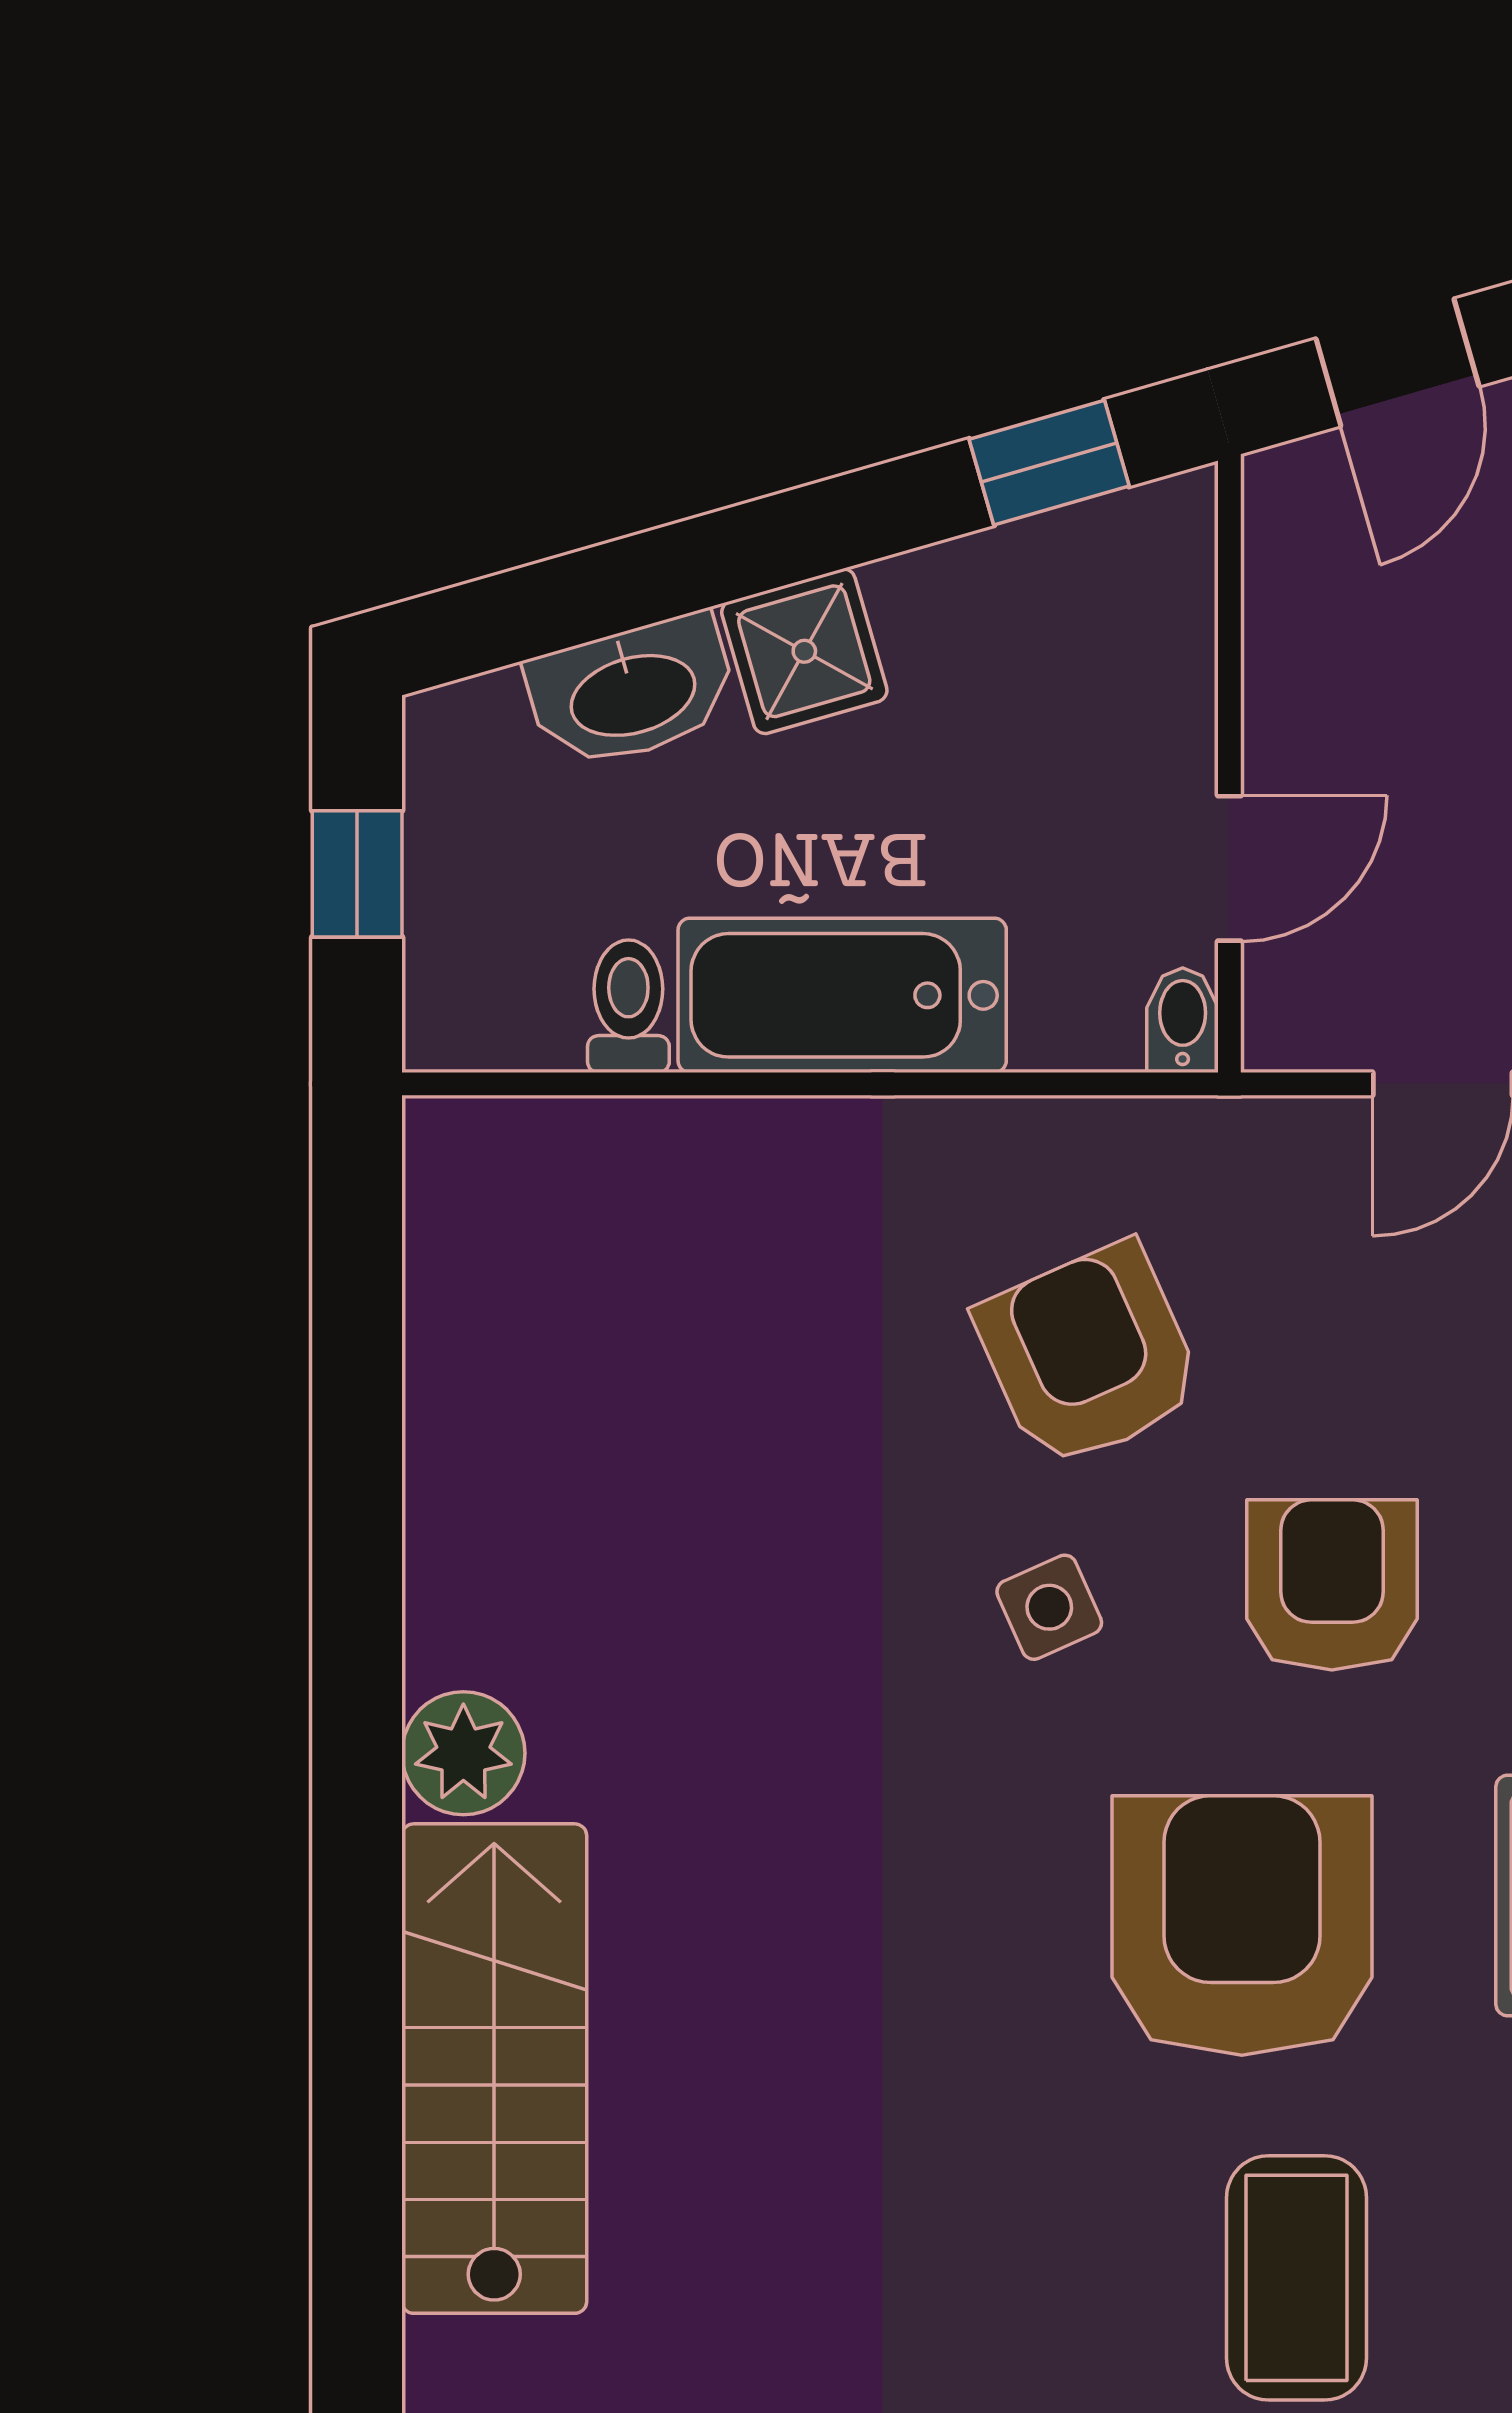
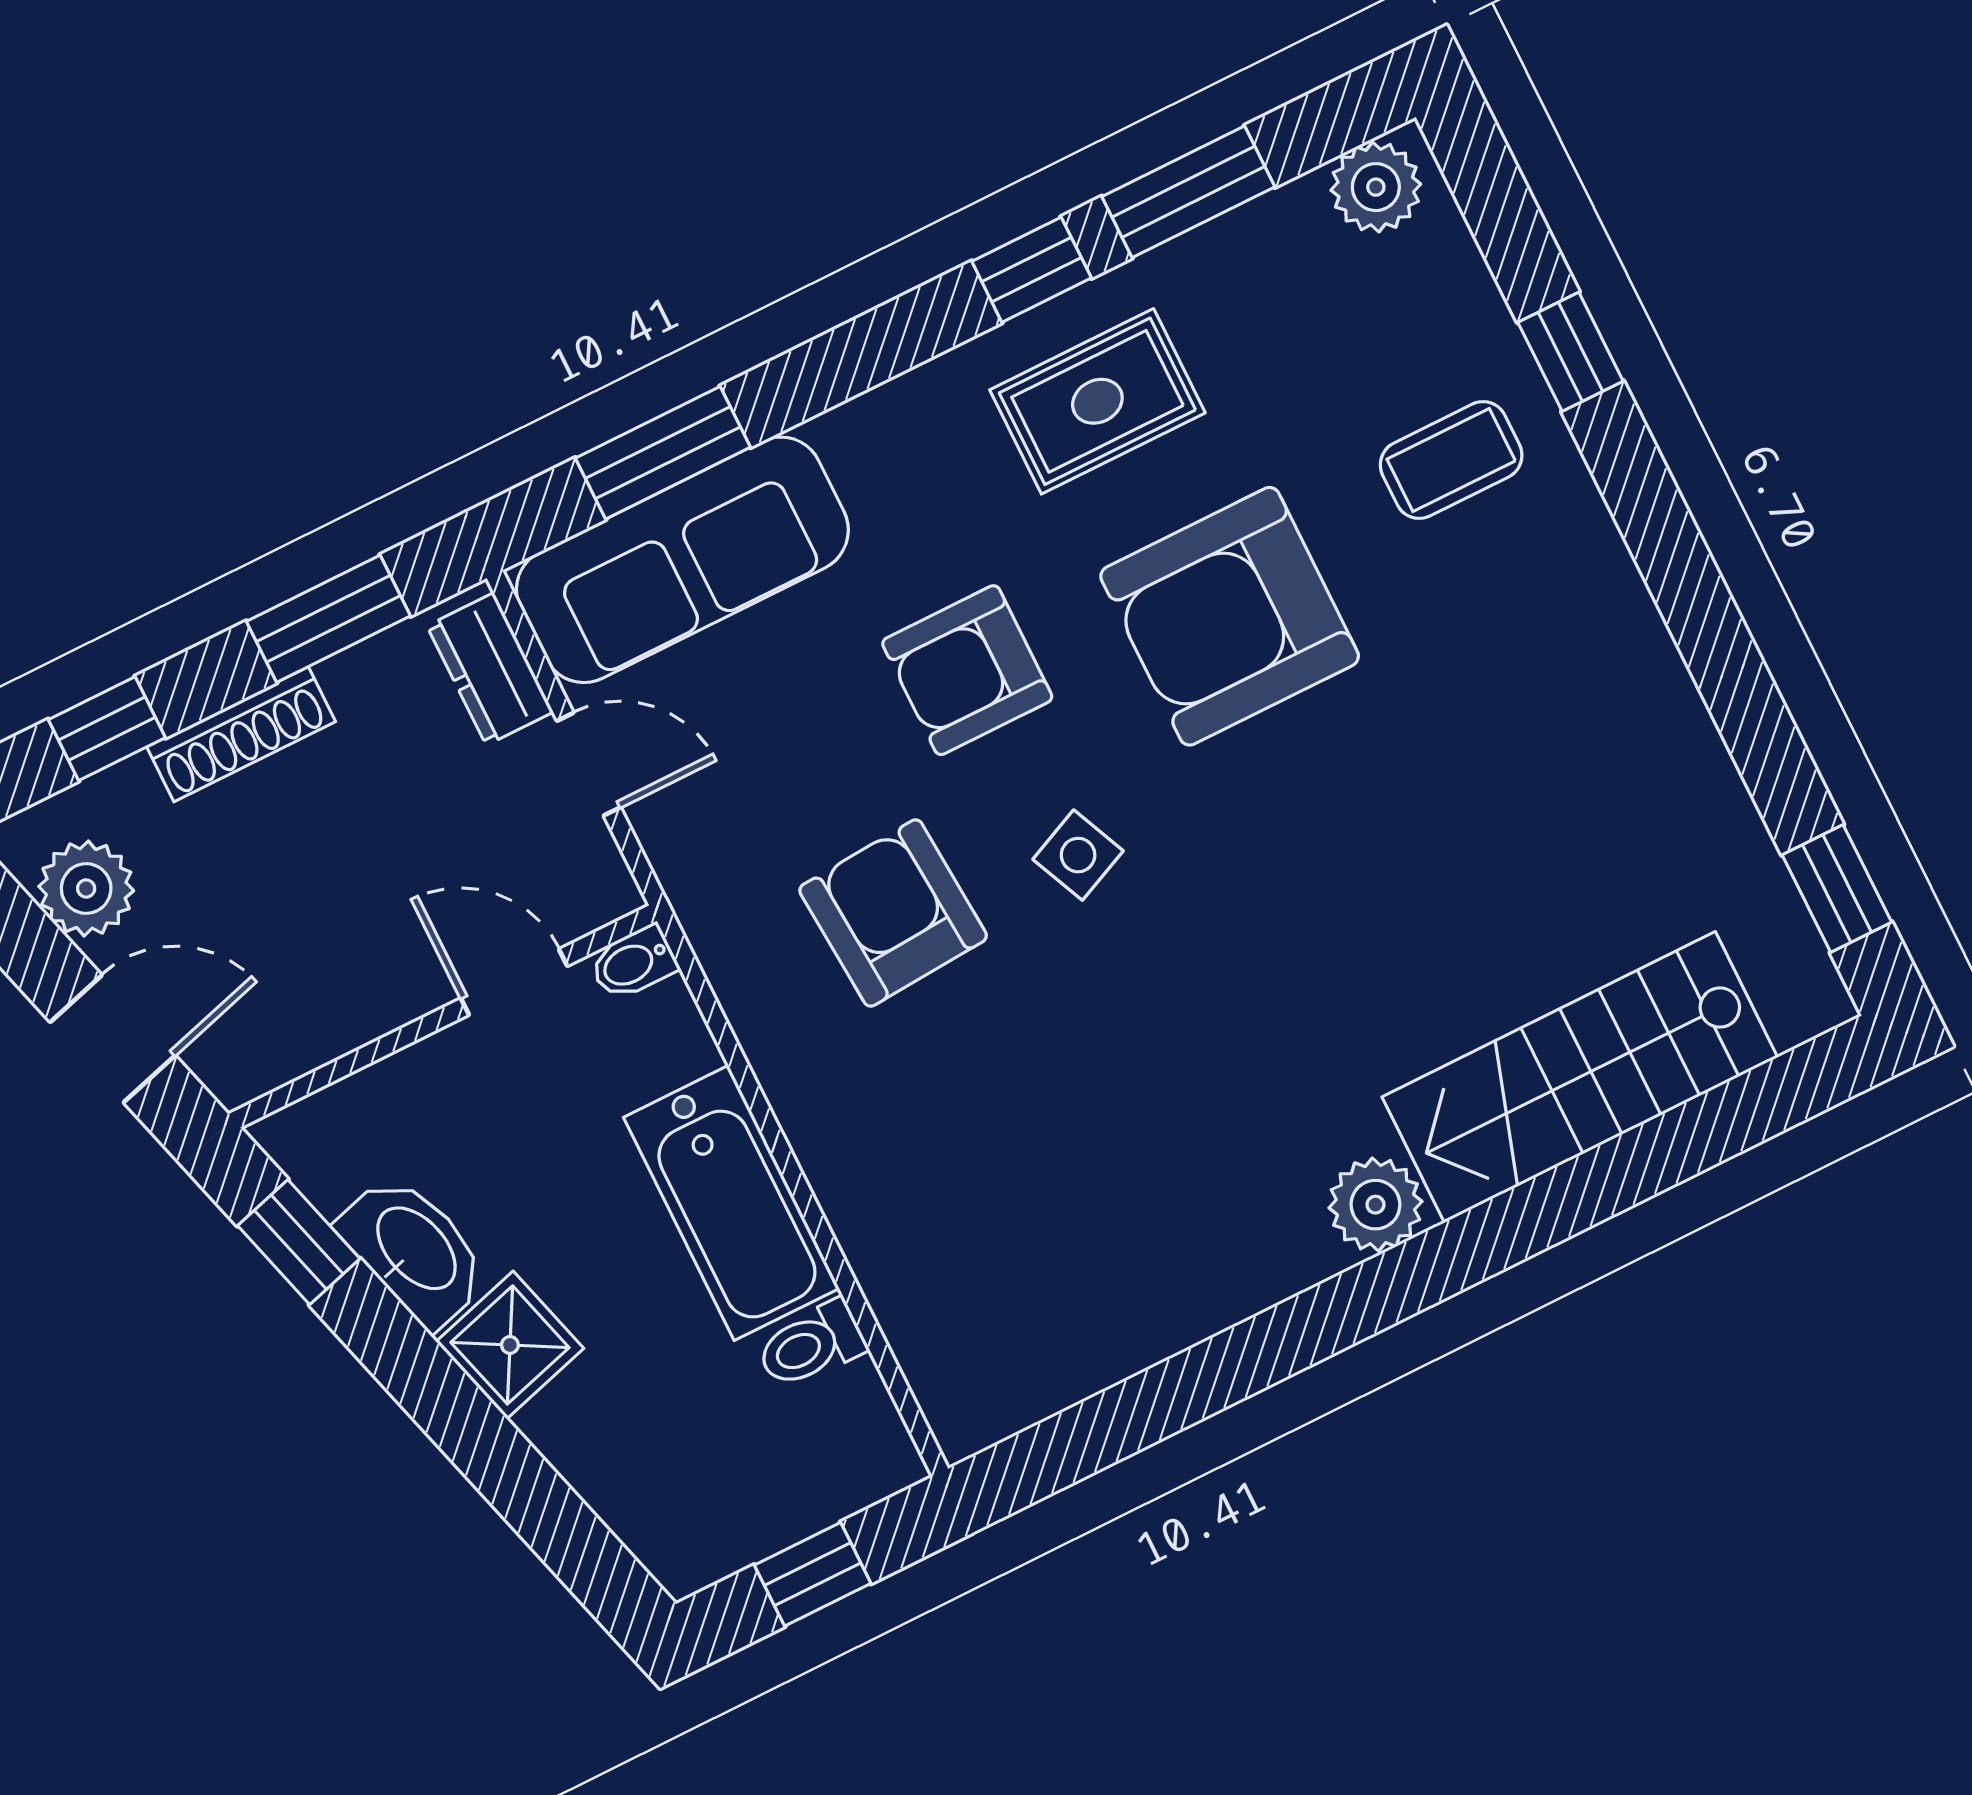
washbasin: (632, 692) -> (414, 1250), moved
armchair: (1089, 1355) -> (893, 913), turned 110
coffee table: (1296, 2278) -> (1451, 460), width x0.73, depth x0.77

